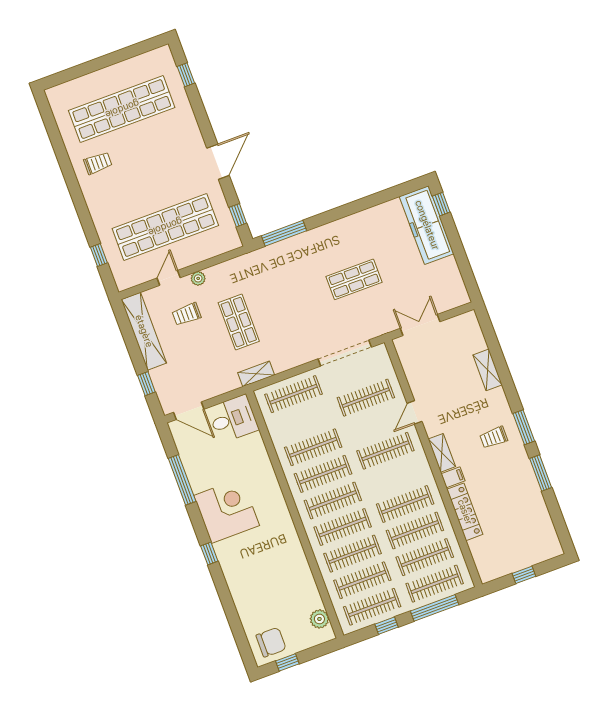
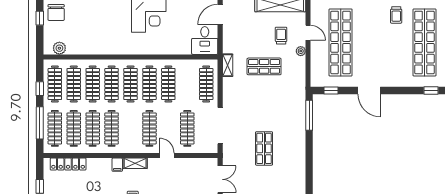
locker: (465, 512) -> (68, 164), moved

